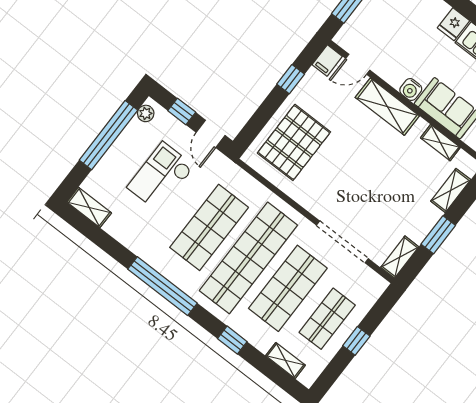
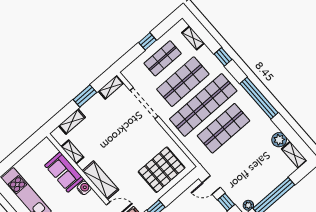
door: (211, 134) -> (211, 185), swing flipped
checkout: (161, 177) -> (247, 165), removed
plant: (118, 227) -> (279, 140), added

